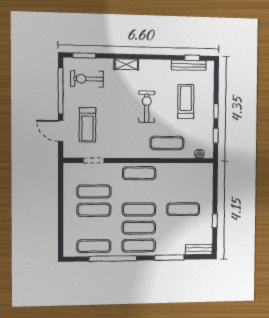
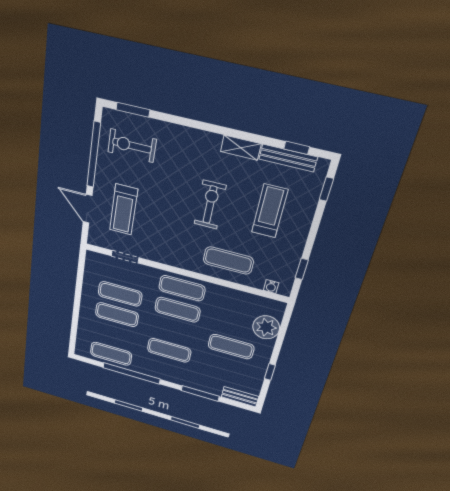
shelving: (126, 64) -> (241, 148), moved
window: (216, 111) -> (326, 189), moved
plant: (204, 186) -> (266, 327), added
exercise mat: (139, 209) -> (177, 310), moved
exercise mat: (139, 246) -> (165, 369), removed

